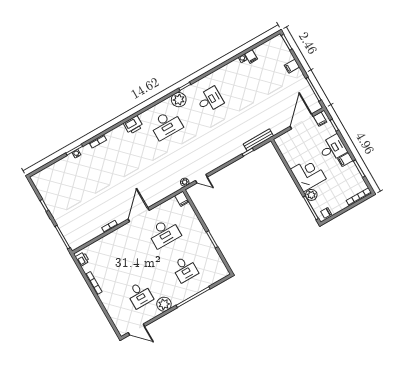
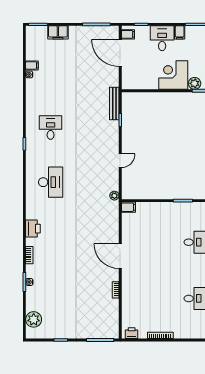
filing cabinet: (292, 66) -> (58, 32), width x2.00
plant: (179, 100) -> (34, 319), moved
printer: (133, 125) -> (33, 229), moved
door: (201, 179) -> (120, 161), moved
desk: (164, 233) -> (151, 242), removed

